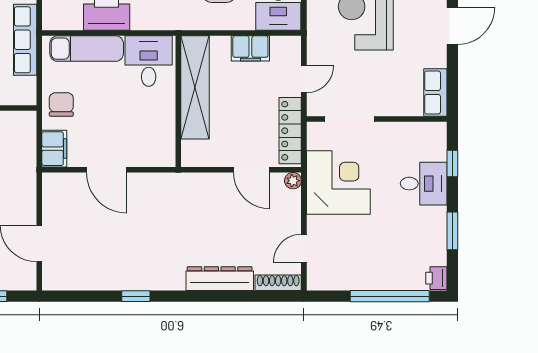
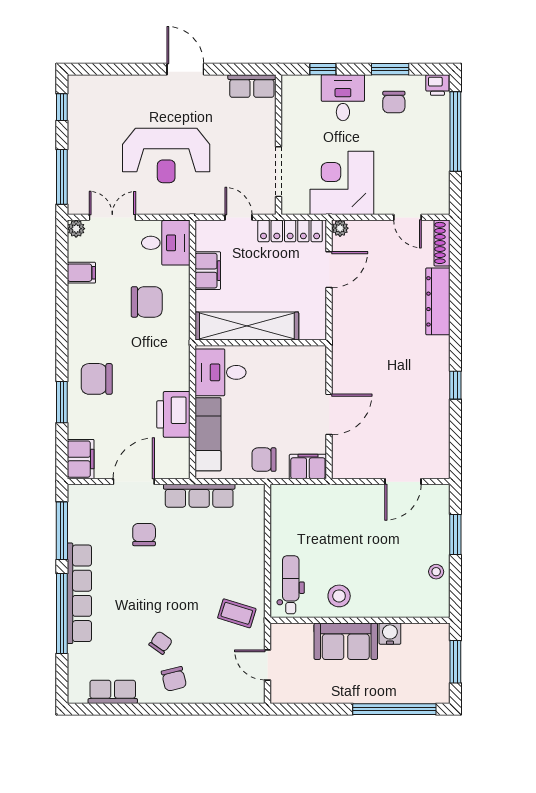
chair: (419, 235) -> (394, 102), added

